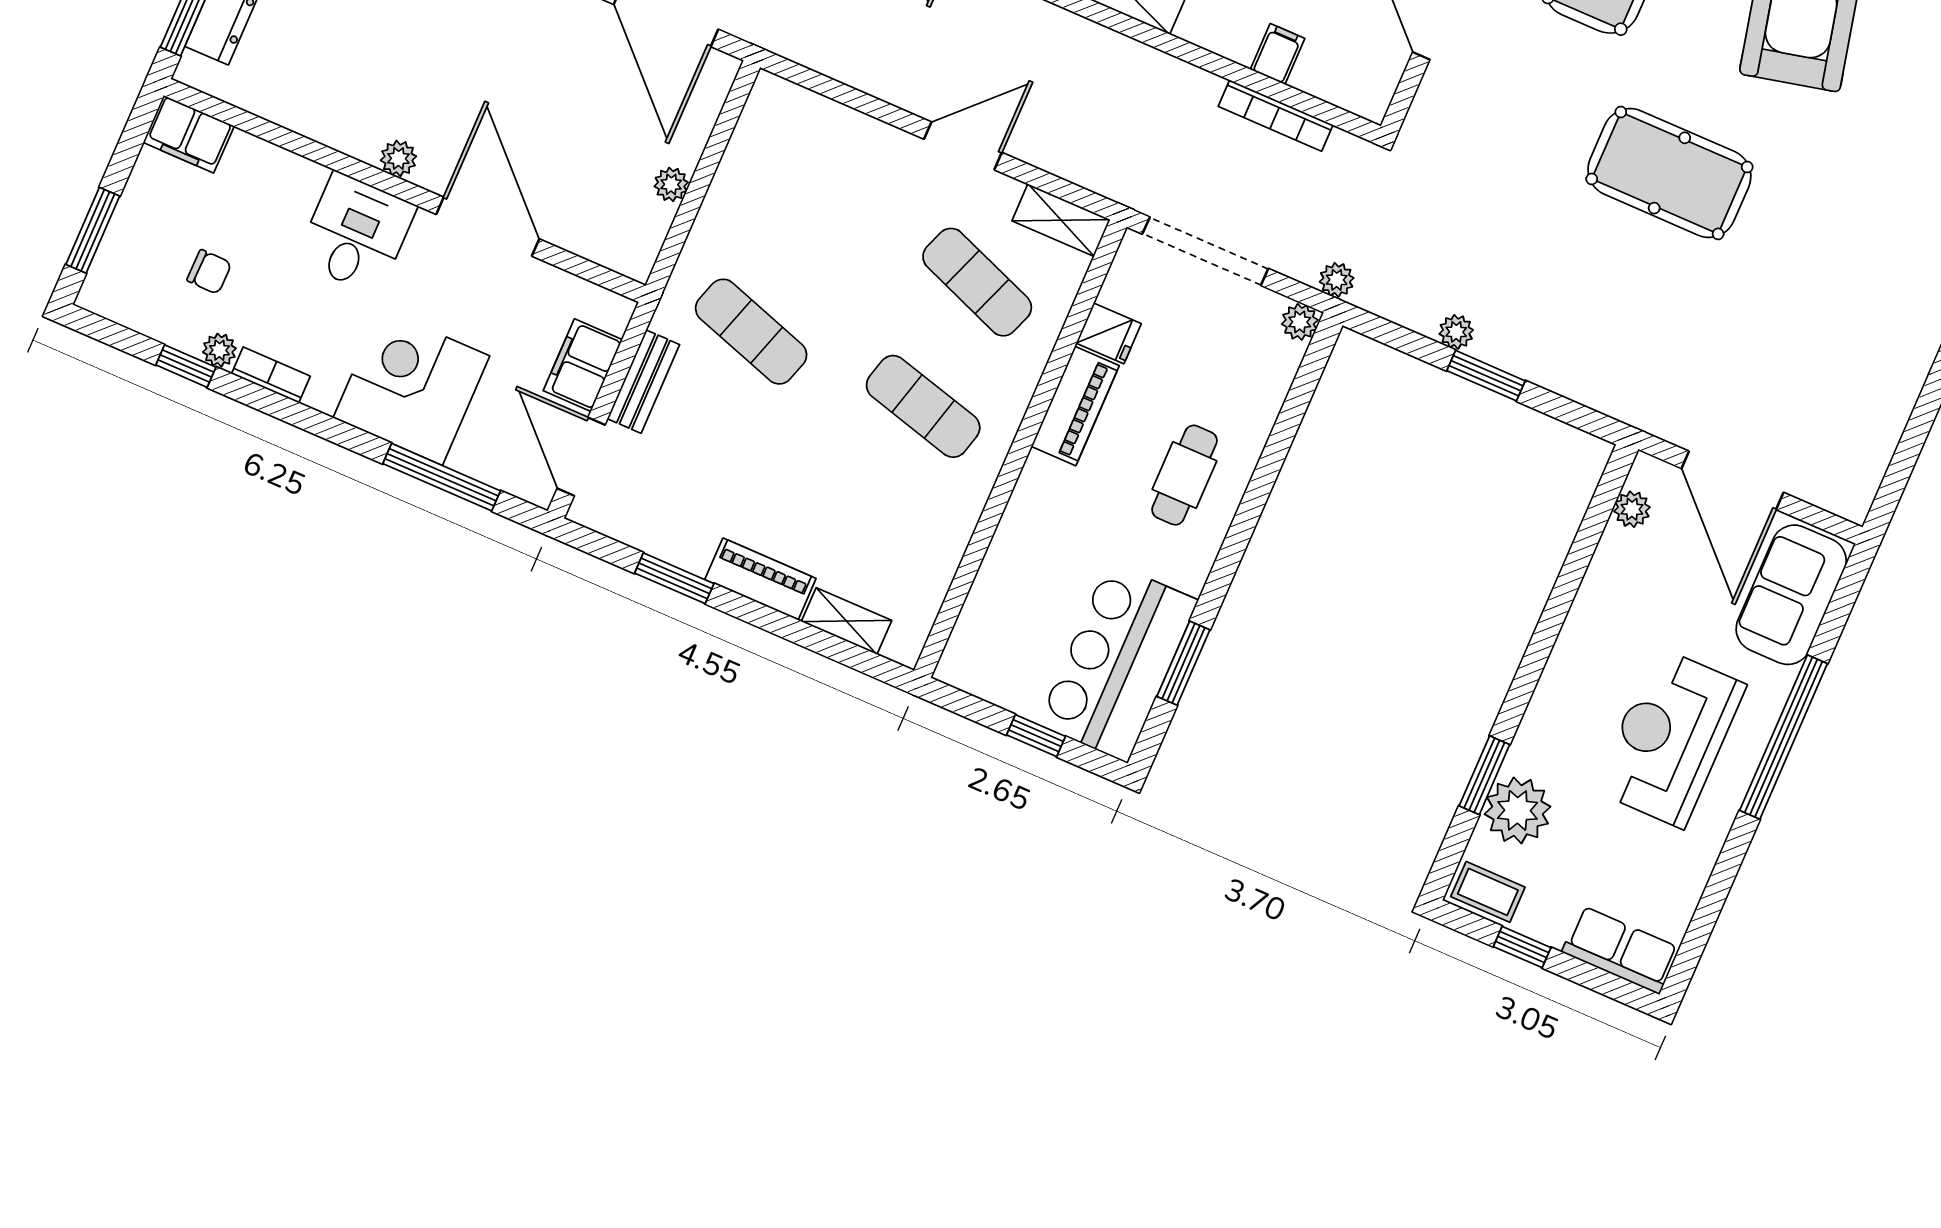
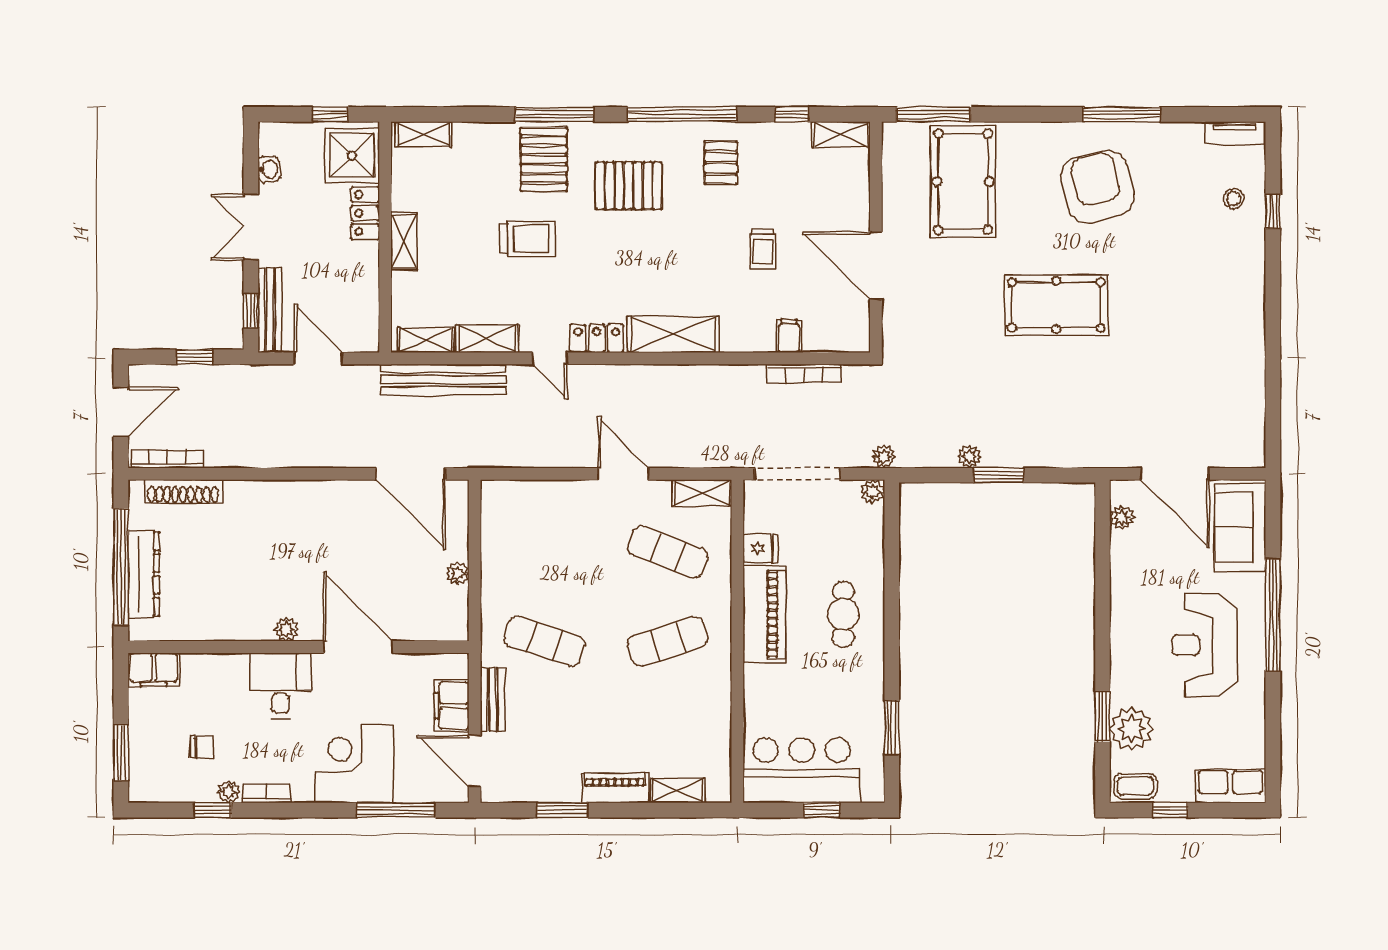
door: (963, 146) -> (623, 474), hinge flipped
exercise mat: (923, 406) -> (668, 641), turned -33
piano: (1075, 406) -> (764, 614), width x1.37, depth x1.33
bar counter: (1118, 662) -> (802, 770), moved, turned 90

